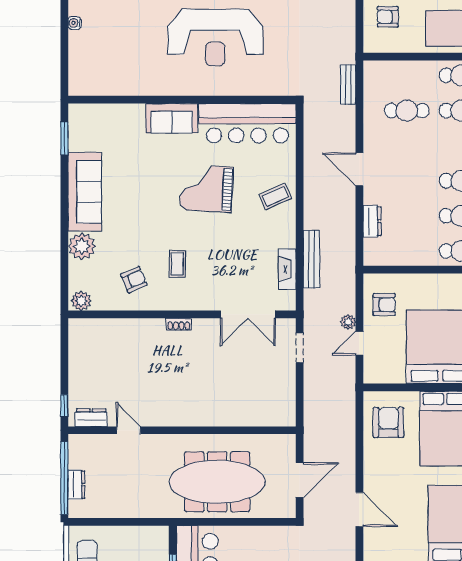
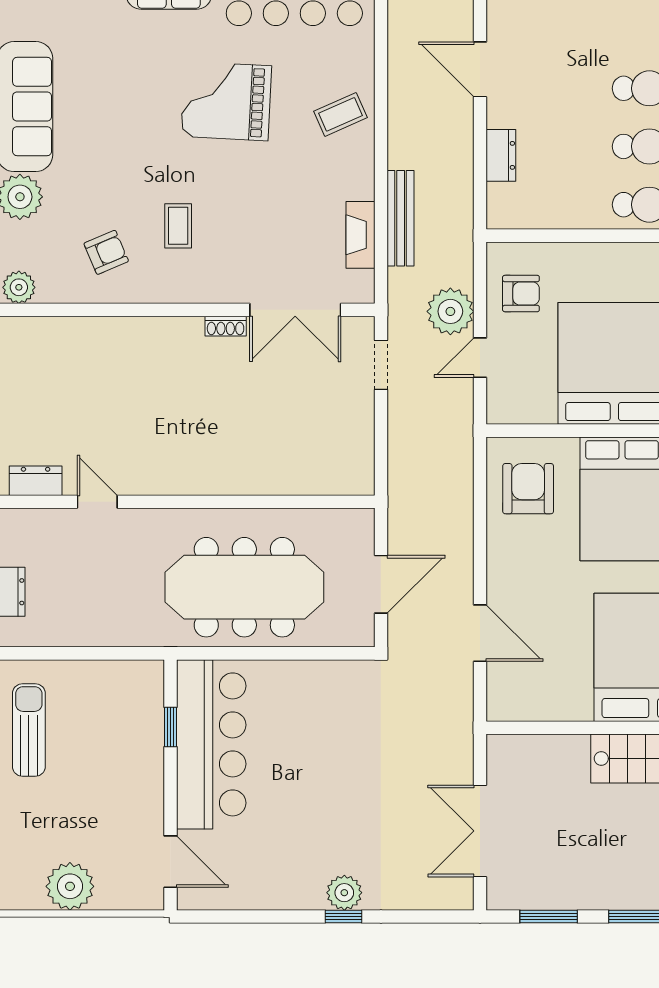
plant: (348, 322) -> (450, 311), width x1.87, depth x1.87
shoe rack: (179, 324) -> (226, 326), moved

